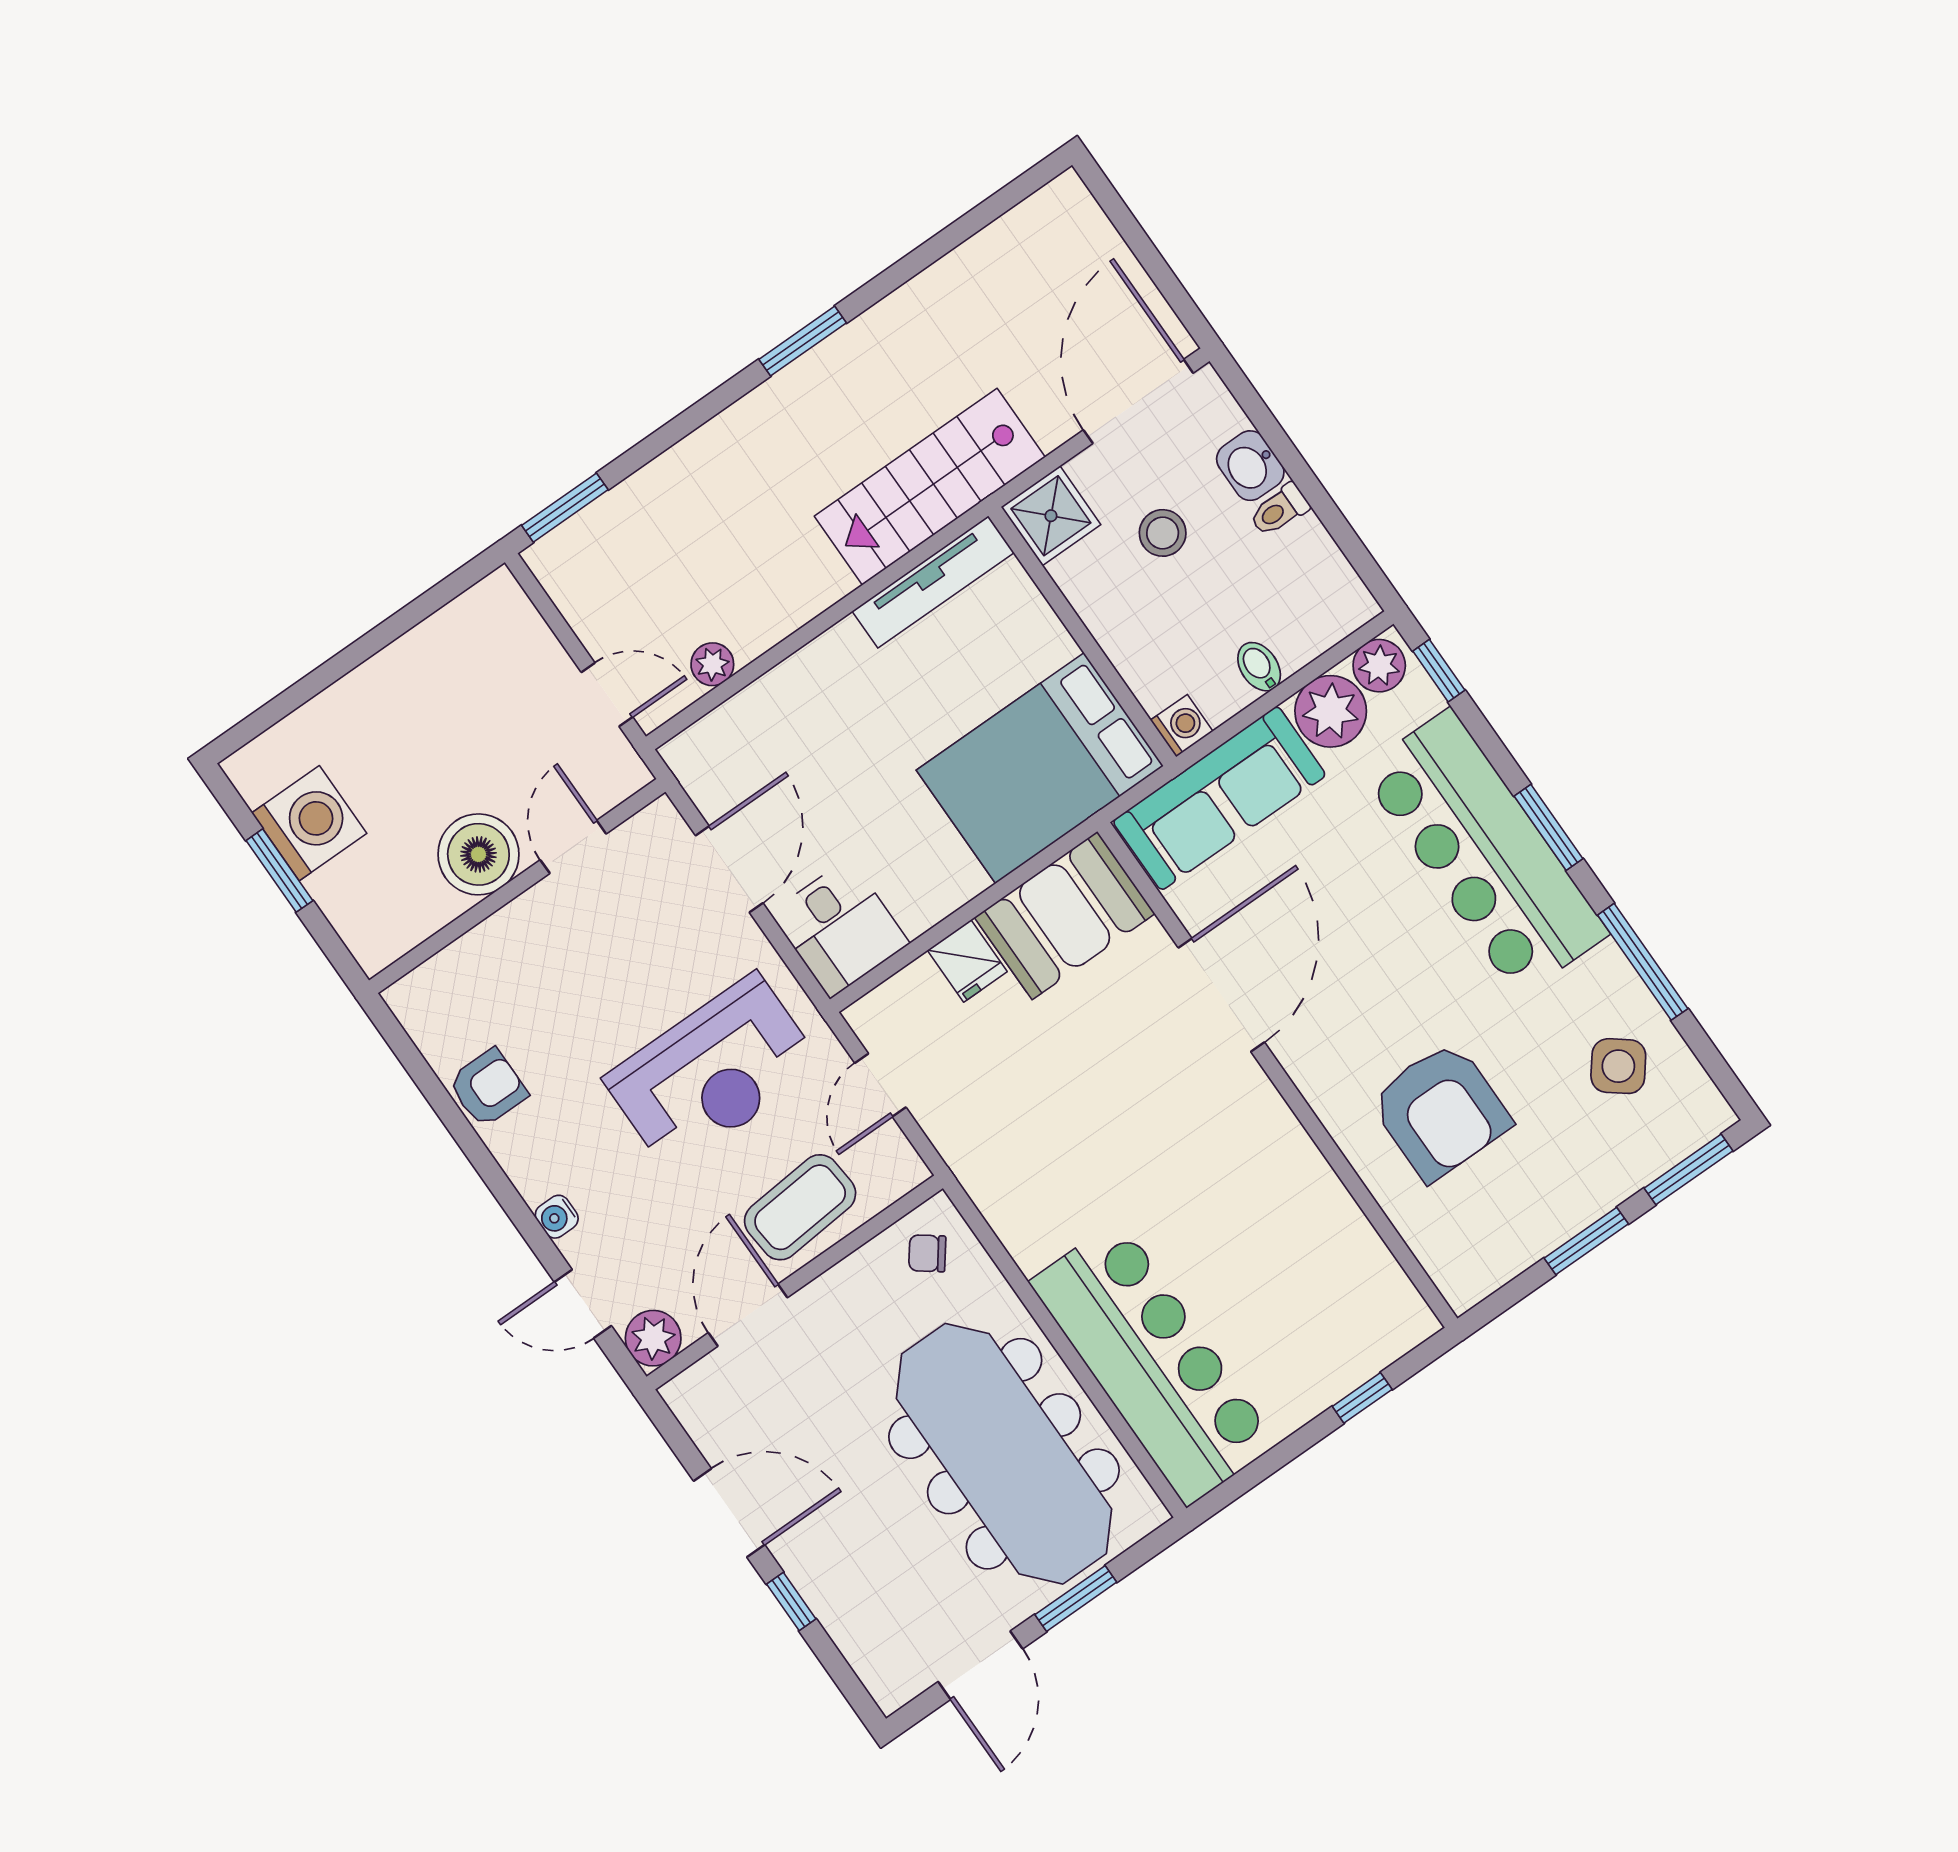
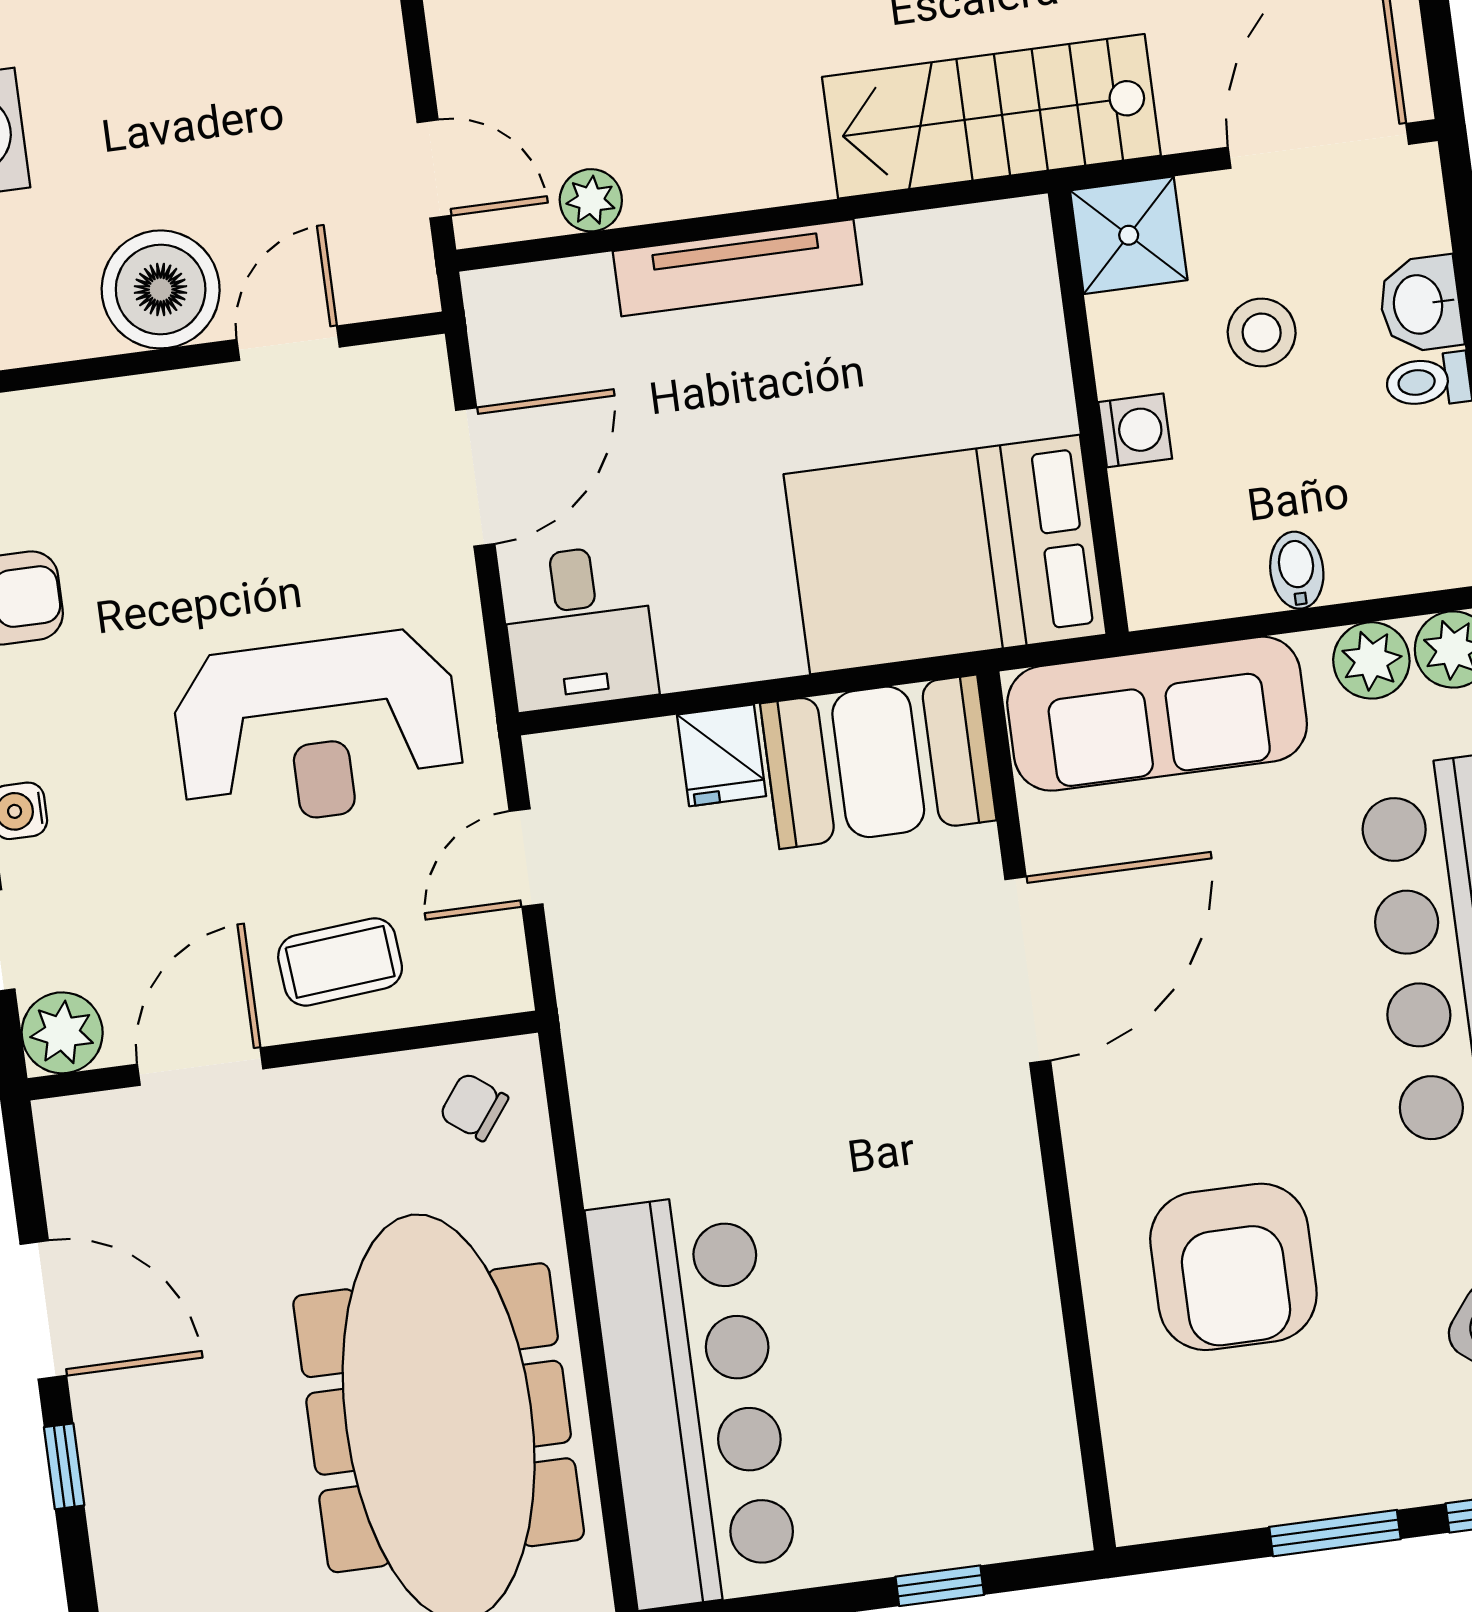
tv unit: (933, 582) -> (737, 268), moved
plant: (1331, 711) -> (1371, 660), width x0.73, depth x0.73
washing machine: (1182, 726) -> (1135, 430), moved
coffee table: (800, 1207) -> (340, 962), width x0.73, depth x0.77

